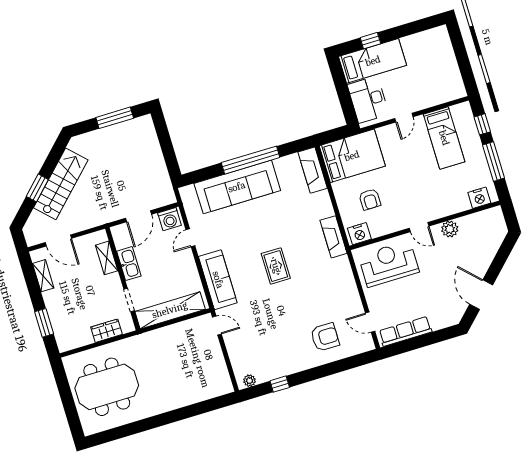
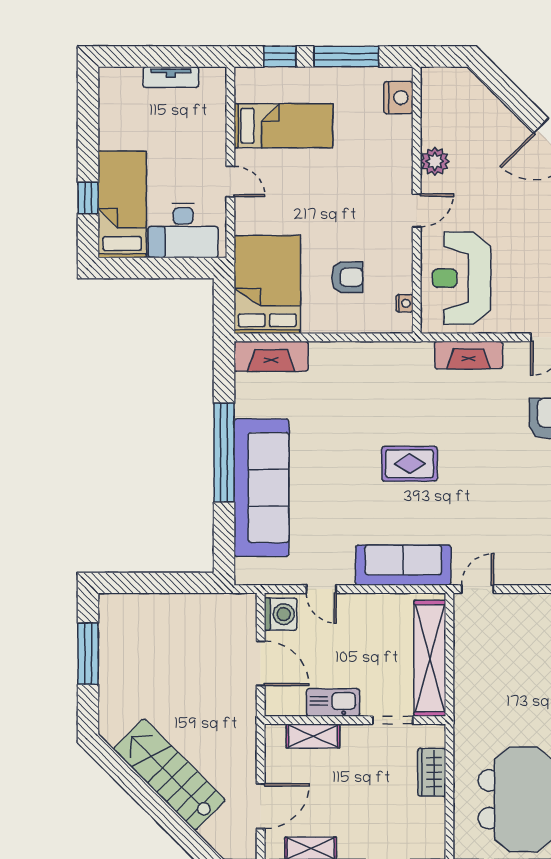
tv unit: (452, 67) -> (171, 77), added
window: (37, 188) -> (164, 815), removed
nightstand: (359, 234) -> (405, 303), width x0.53, depth x0.56
fireplace: (334, 237) -> (469, 355), moved

